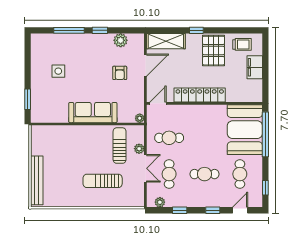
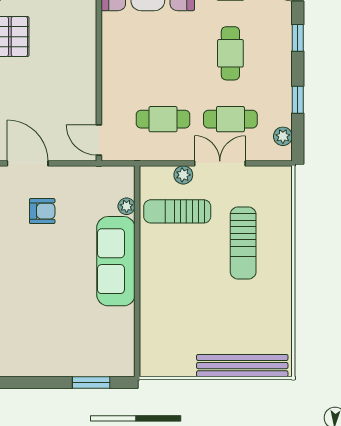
side table: (58, 71) -> (39, 326), removed
locker: (200, 95) -> (83, 62), removed
plant: (140, 118) -> (127, 206), moved
cafe table: (169, 138) -> (163, 119), turned 90

